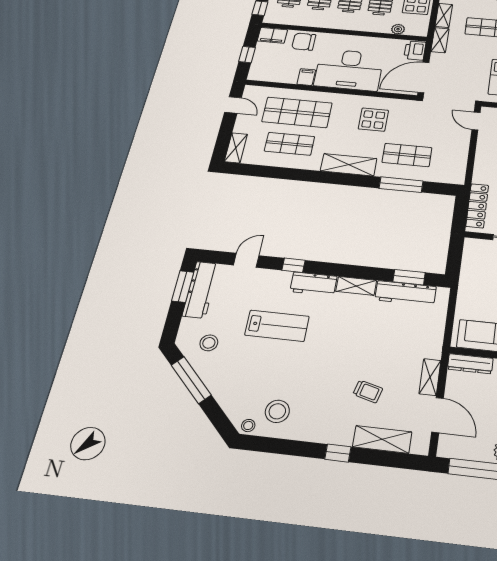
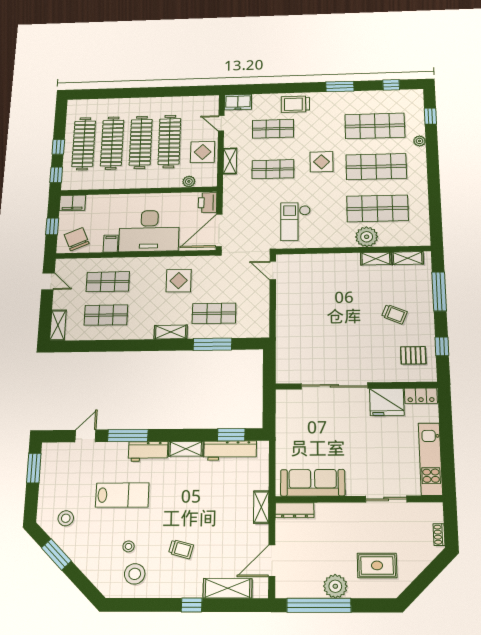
shelving: (440, 40) -> (230, 188), removed
chair: (304, 42) -> (77, 239), moved, turned 67
shop shelf: (297, 112) -> (108, 282), width x0.70, depth x0.74
shelving: (349, 165) -> (171, 332), width x0.67, depth x0.75
locker: (477, 206) -> (284, 357), removed
window: (294, 265) -> (128, 436), width x2.17
workbench: (201, 290) -> (50, 469), removed
shelving: (430, 377) -> (261, 507), moved
window: (191, 380) -> (56, 554), width x0.69
trolley: (368, 391) -> (181, 549), moved
door: (437, 415) -> (272, 561), swing flipped
stool: (248, 425) -> (129, 546), moved

